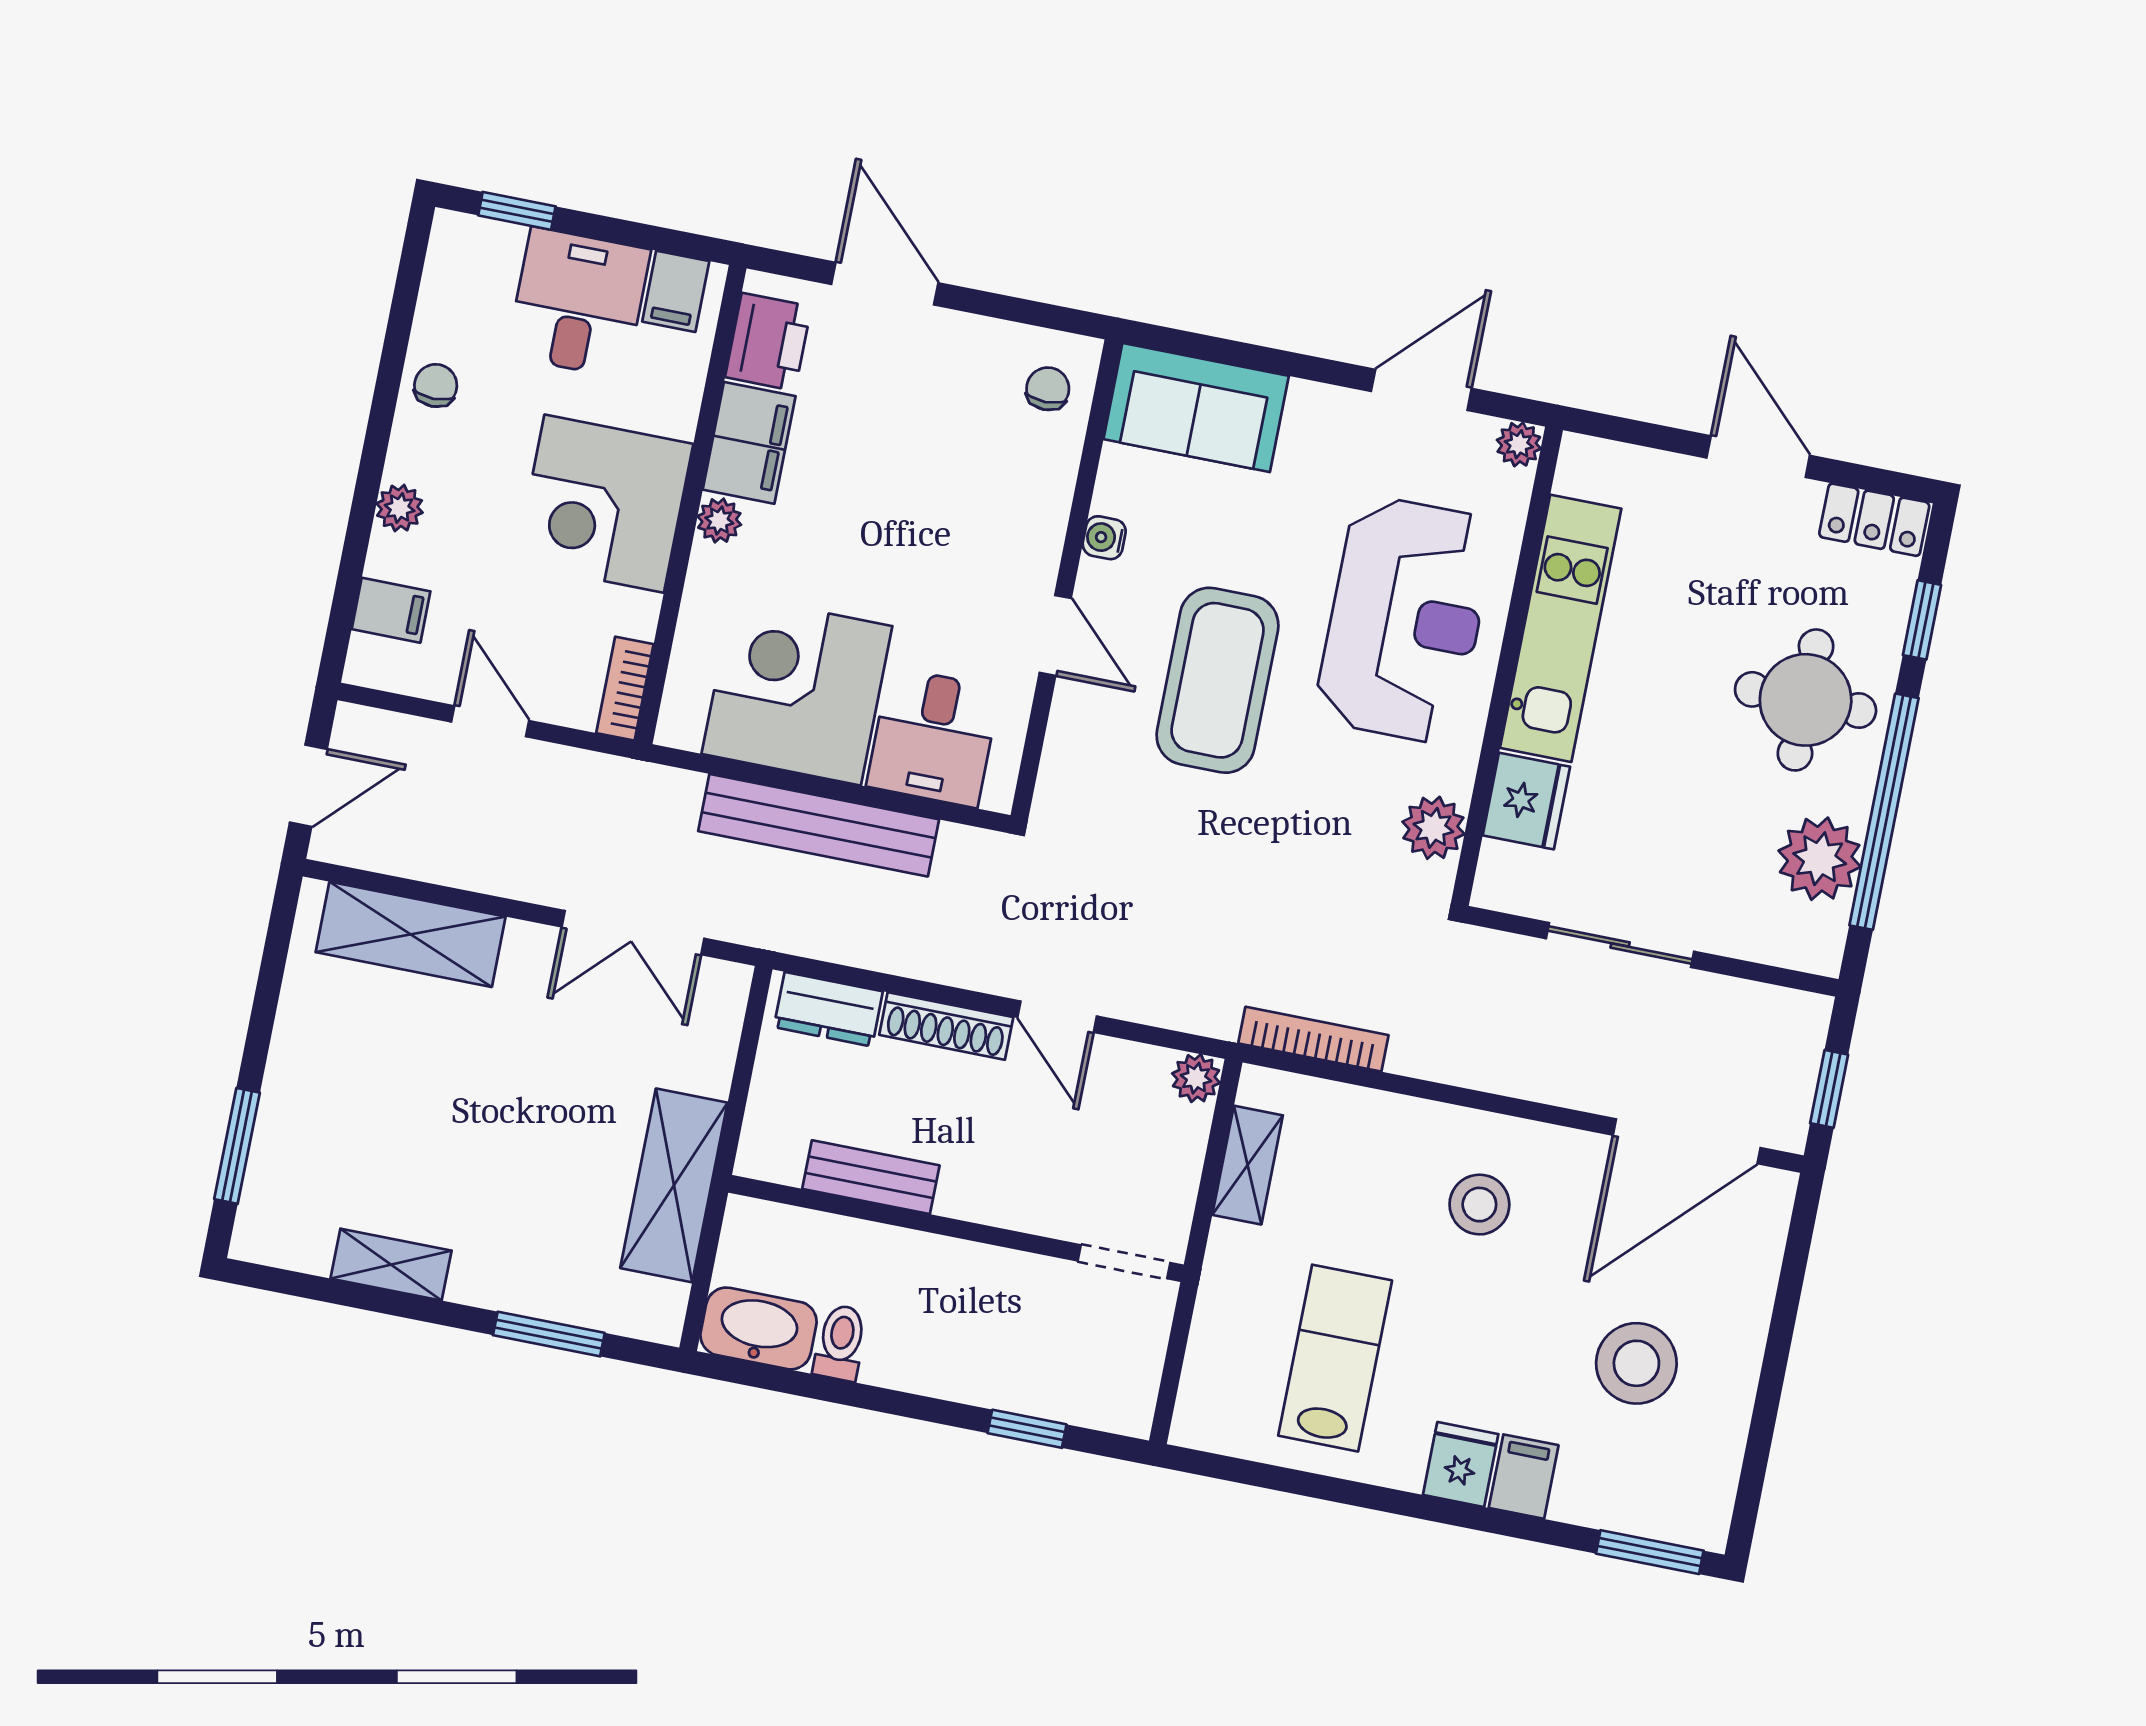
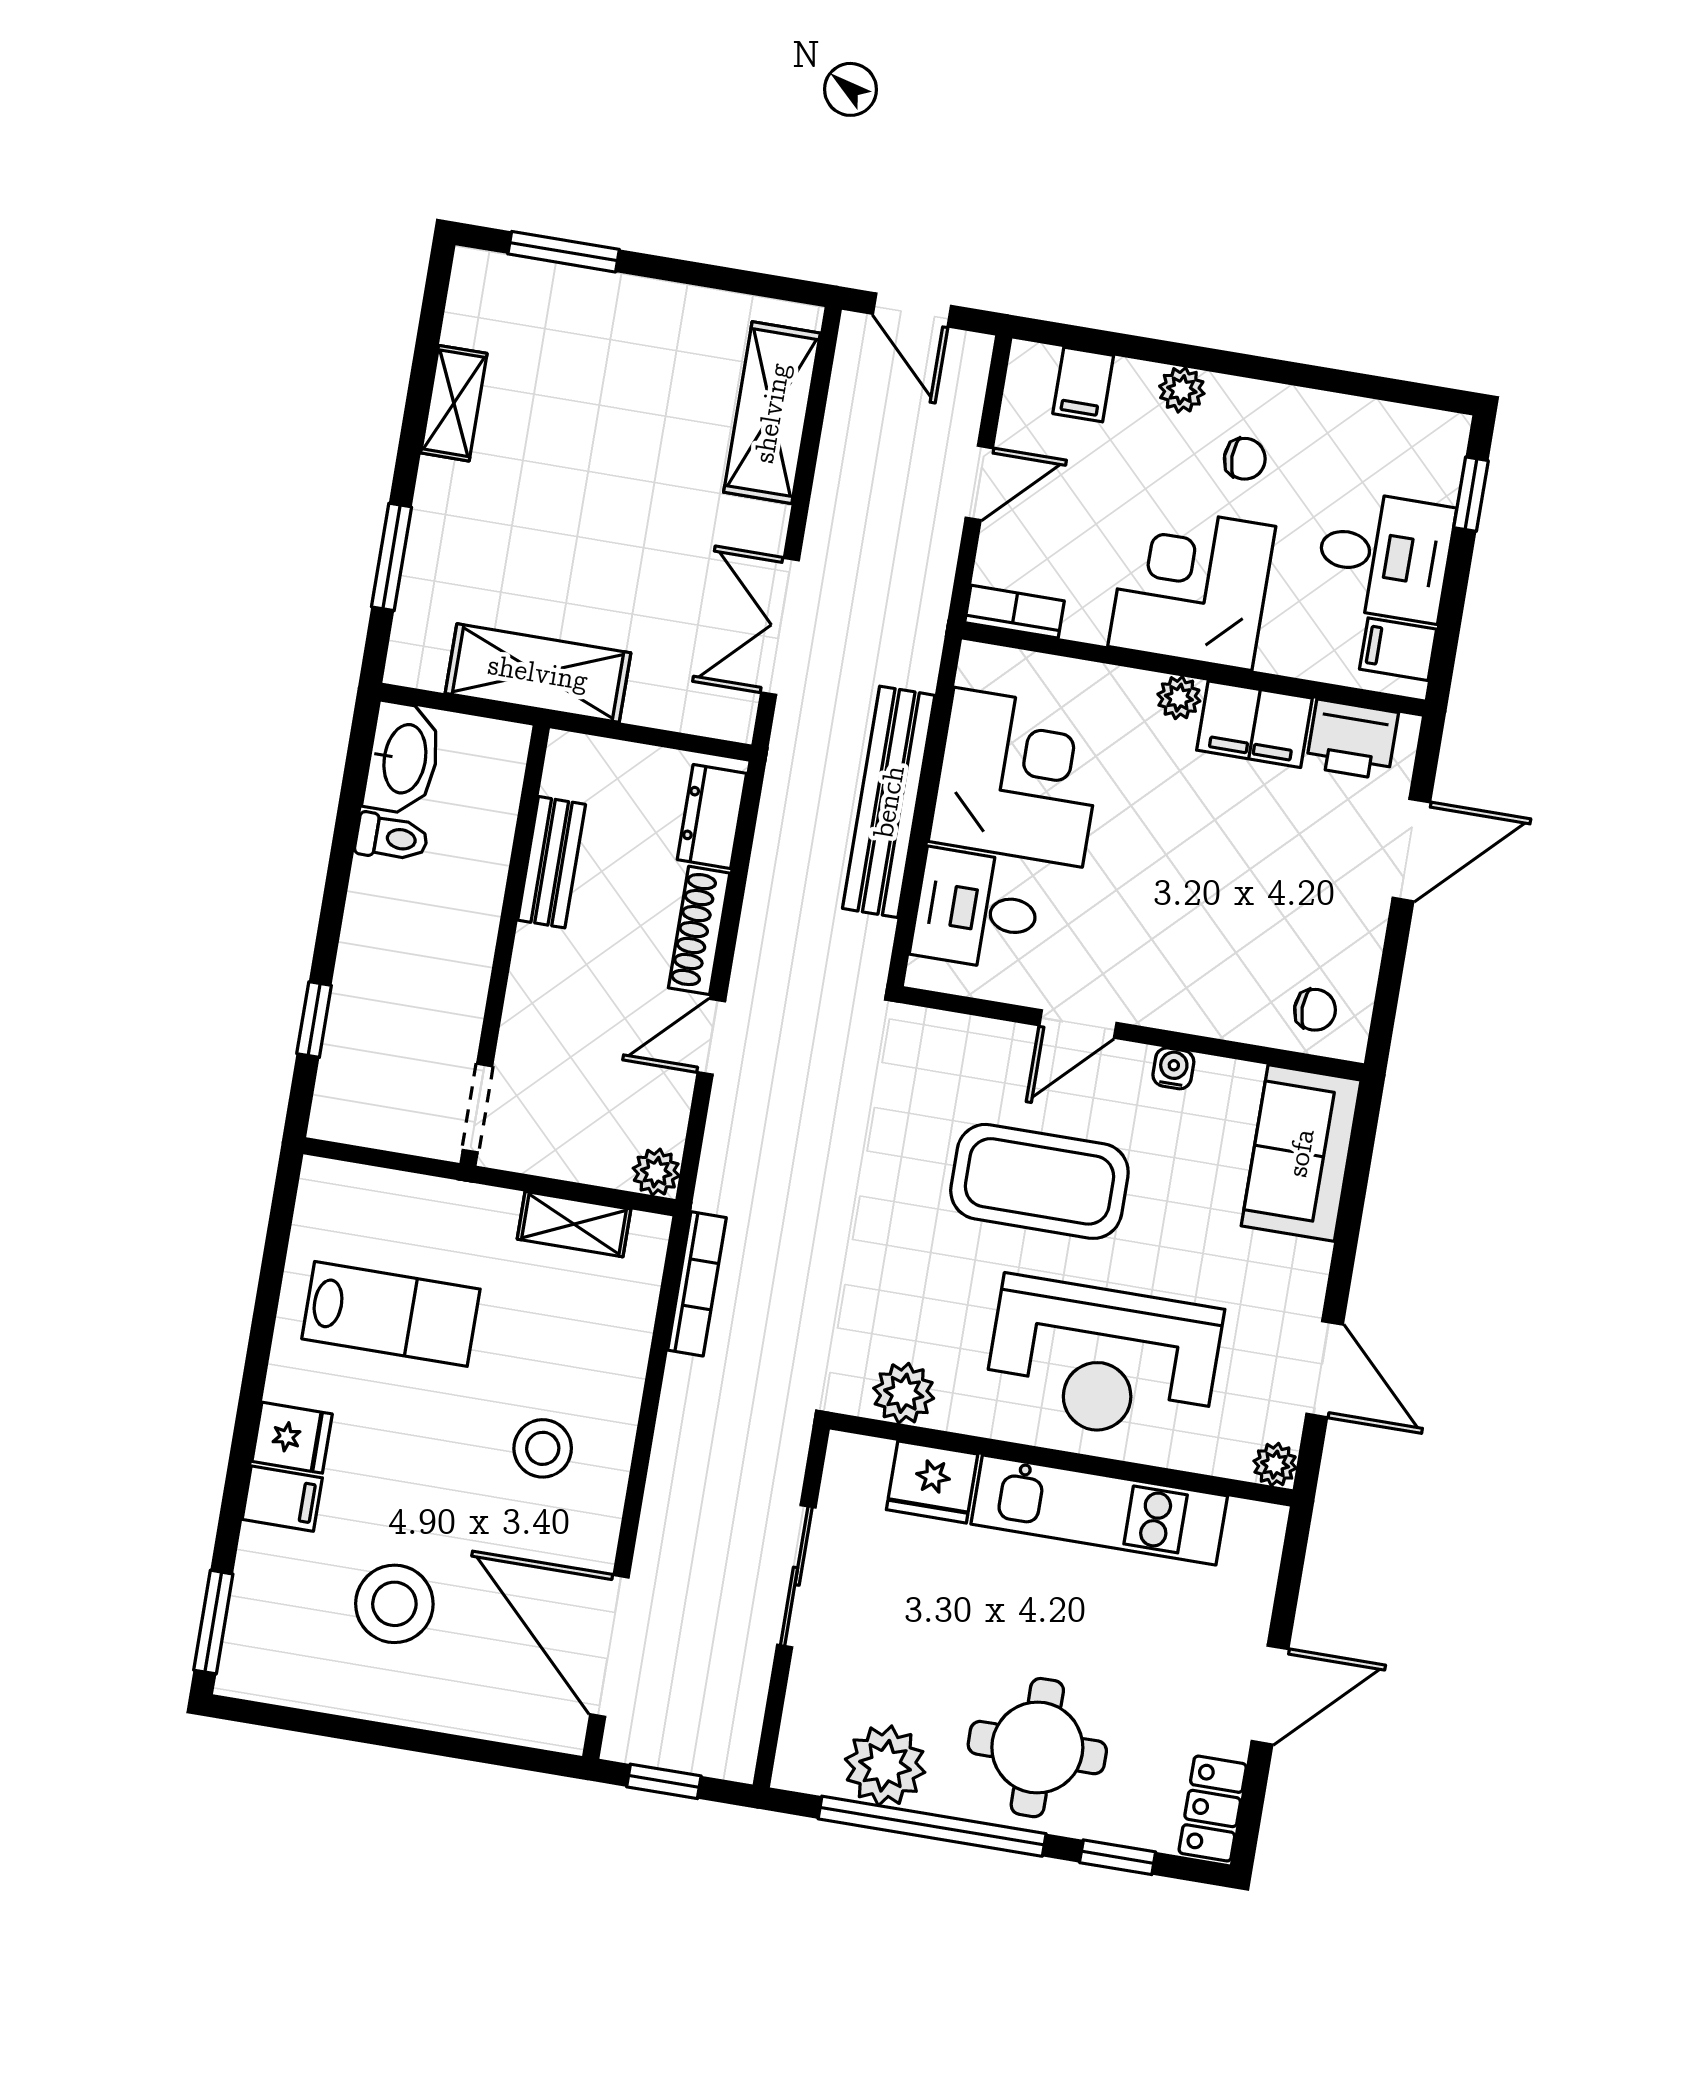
chair: (436, 386) -> (1245, 459), moved

